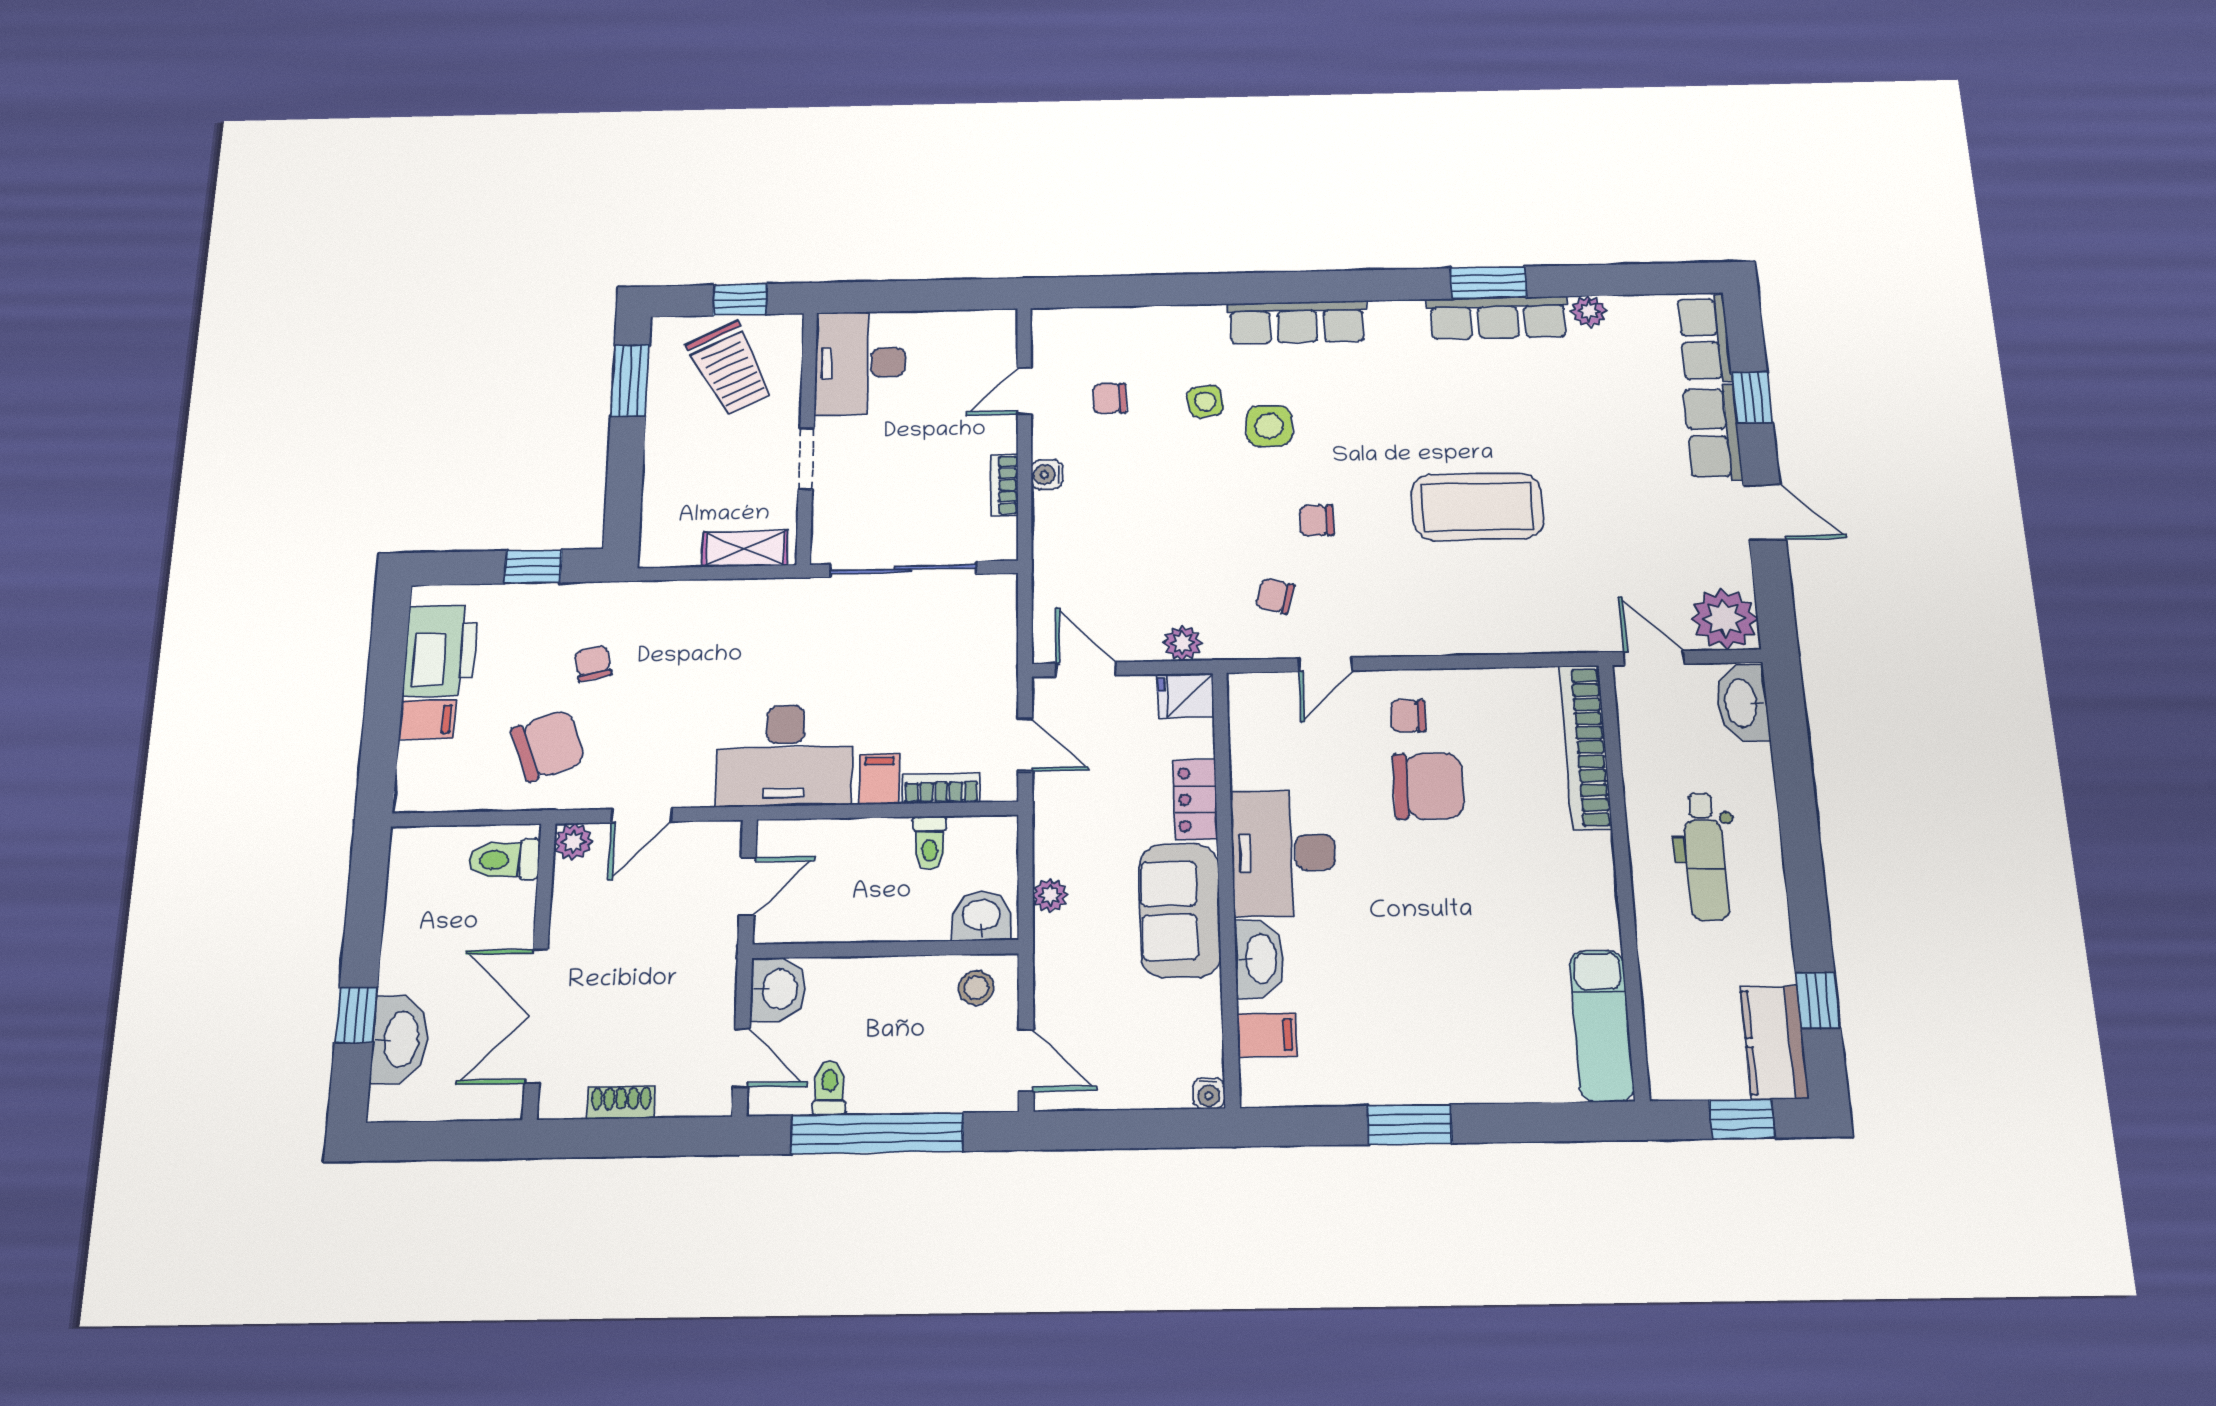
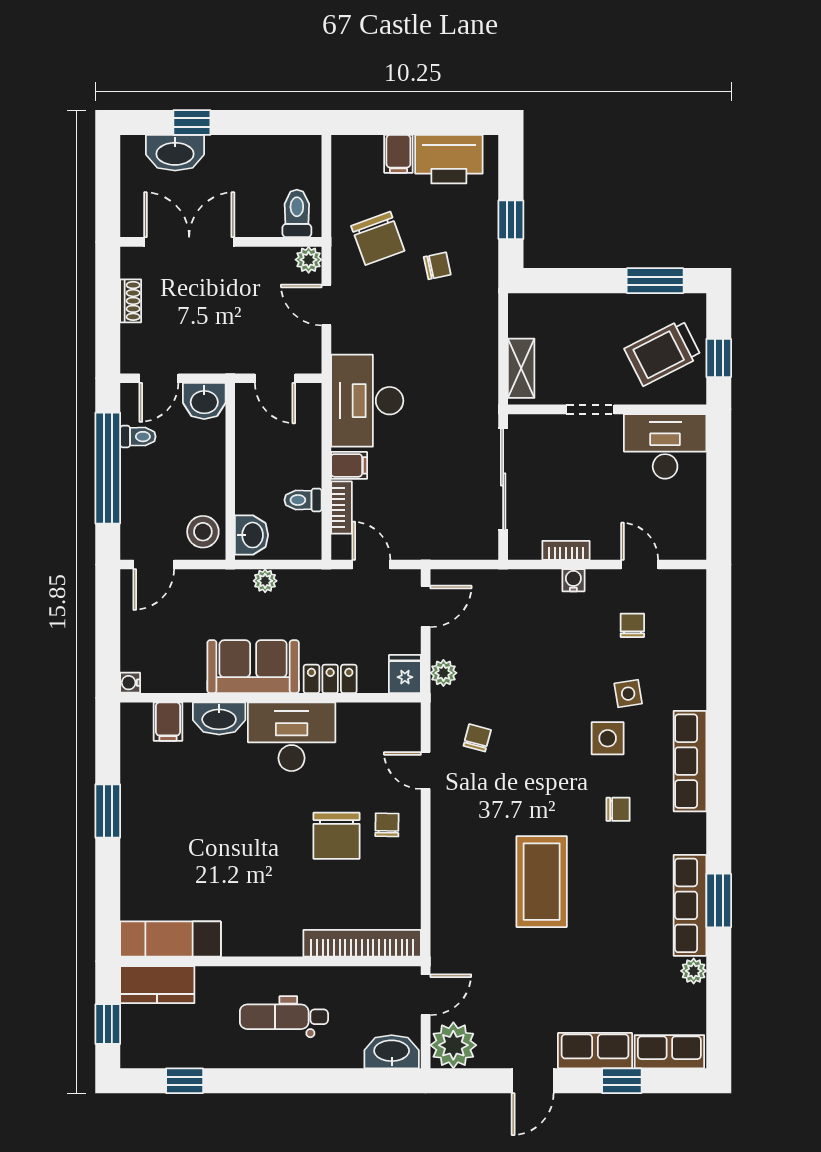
chair: (1317, 520) -> (618, 809), moved, turned 90
door: (1025, 745) -> (371, 564), swing flipped
stool: (976, 988) -> (203, 532), width x1.37, depth x1.37
kitchen counter: (1775, 1042) -> (157, 985), moved, turned 180

